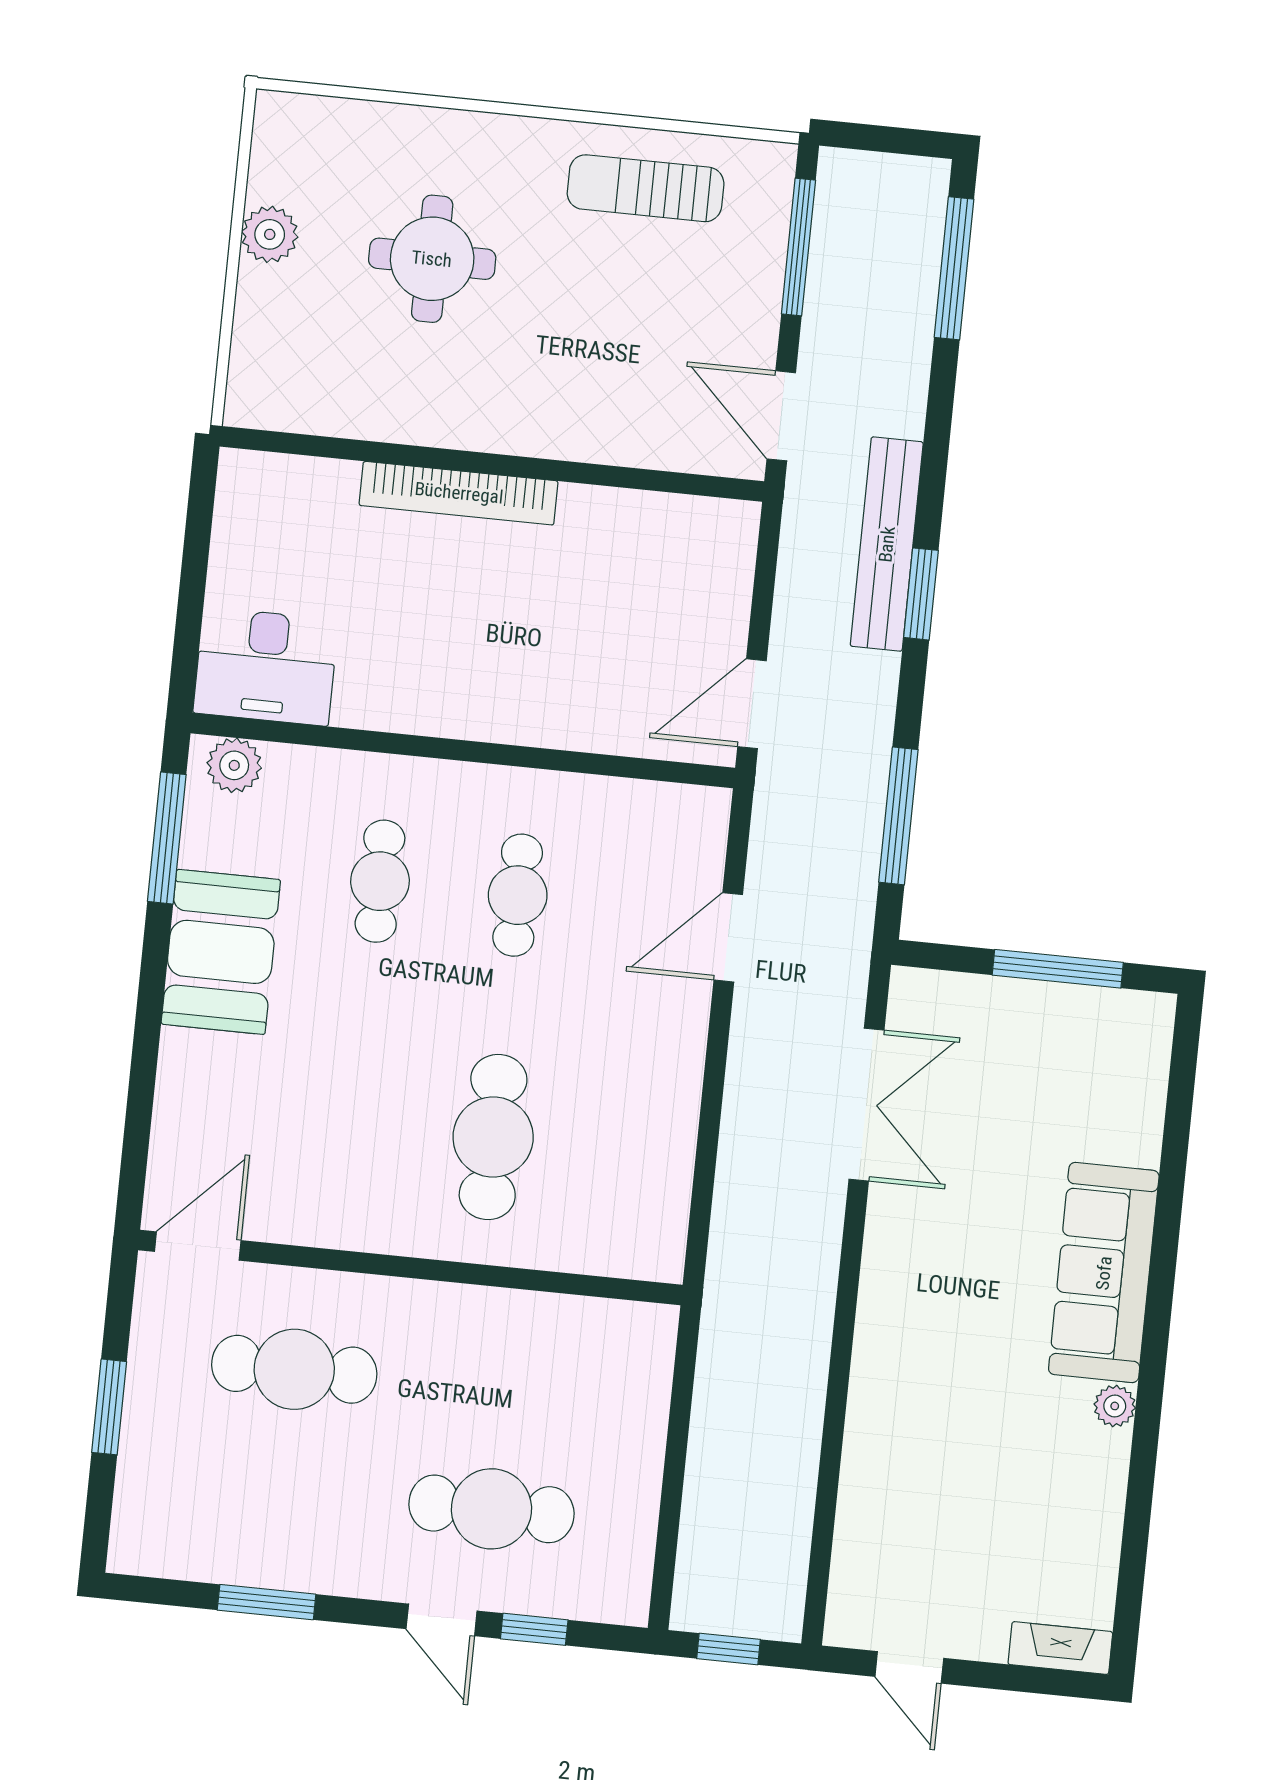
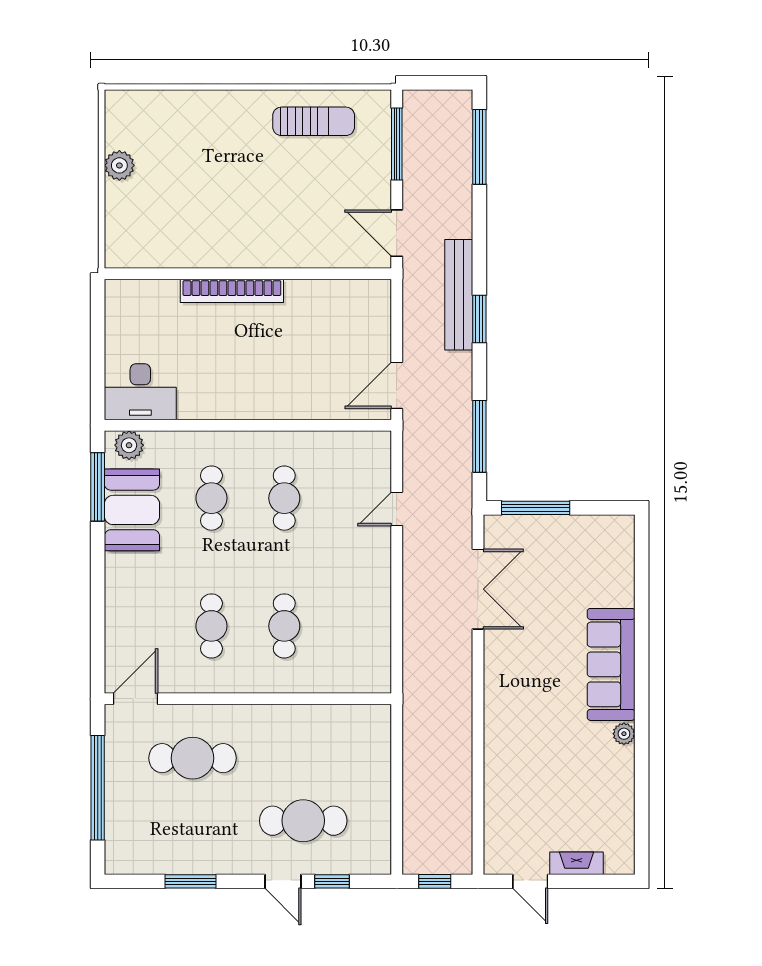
sun lounger: (646, 188) -> (314, 121), turned 180
round table: (432, 259) -> (206, 170), removed
door: (728, 937) -> (397, 509), width x0.73
booth: (221, 952) -> (132, 510), moved
window: (1058, 969) -> (536, 508), moved
cafe table: (355, 1123) -> (211, 626), added
cafe table: (493, 1137) -> (284, 626), width x0.73, depth x0.74
window: (109, 1407) -> (98, 788), width x2.11
fireplace: (1060, 1648) -> (577, 863), moved

